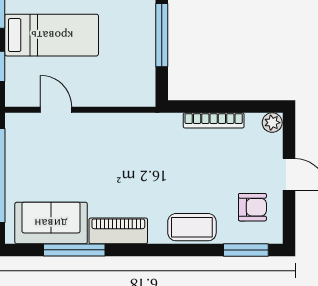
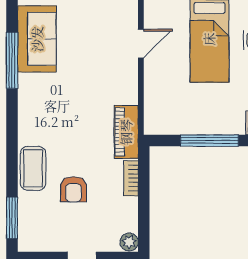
bookcase: (214, 120) -> (131, 178), width x0.64
armchair: (252, 207) -> (73, 189), moved
piano: (118, 231) -> (126, 132), moved, turned 180

